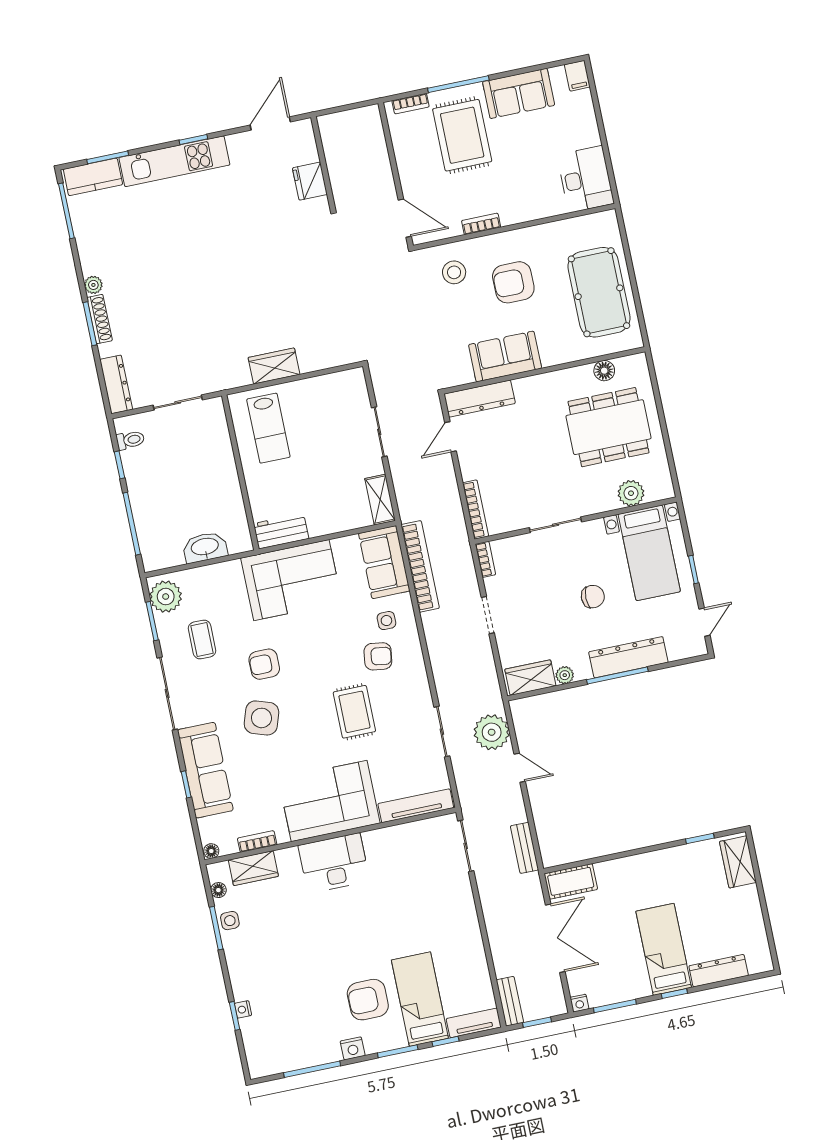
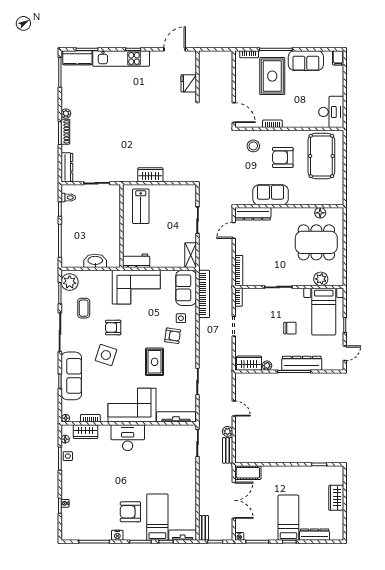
pool table: (599, 292) -> (321, 156), moved
plant: (492, 732) -> (227, 431), moved, width x0.53, depth x0.53
wardrobe: (738, 862) -> (336, 498), moved

